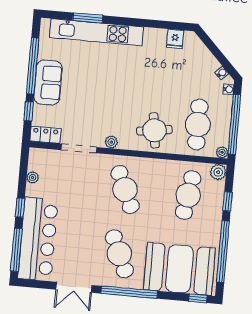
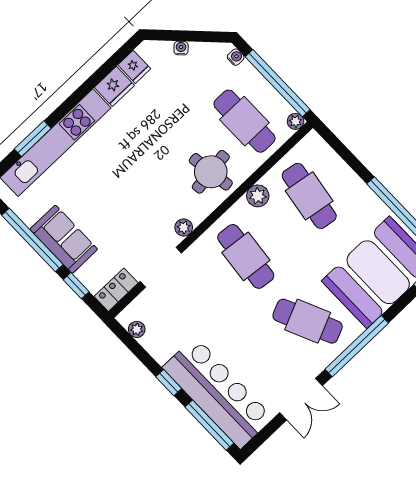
fridge: (155, 37) -> (114, 86), added
water cooler: (222, 73) -> (181, 48), moved
plant: (218, 172) -> (258, 196), moved
plant: (33, 178) -> (137, 329), moved
cafe table: (125, 189) -> (246, 256), turned 30
window: (227, 201) -> (352, 161), removed

